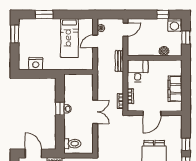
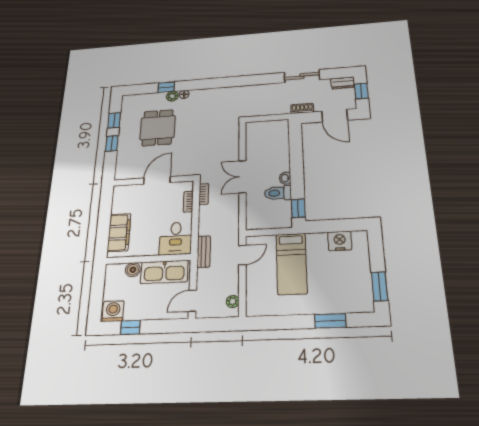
window: (186, 37) -> (97, 292), removed
bed: (69, 38) -> (292, 264), moved, turned 180
door: (95, 41) -> (242, 255), moved
kitchen sink: (144, 49) -> (164, 272), added
filing cabinet: (175, 89) -> (119, 232), moved
window: (60, 109) -> (298, 208), moved
toilet: (72, 144) -> (278, 193), moved

